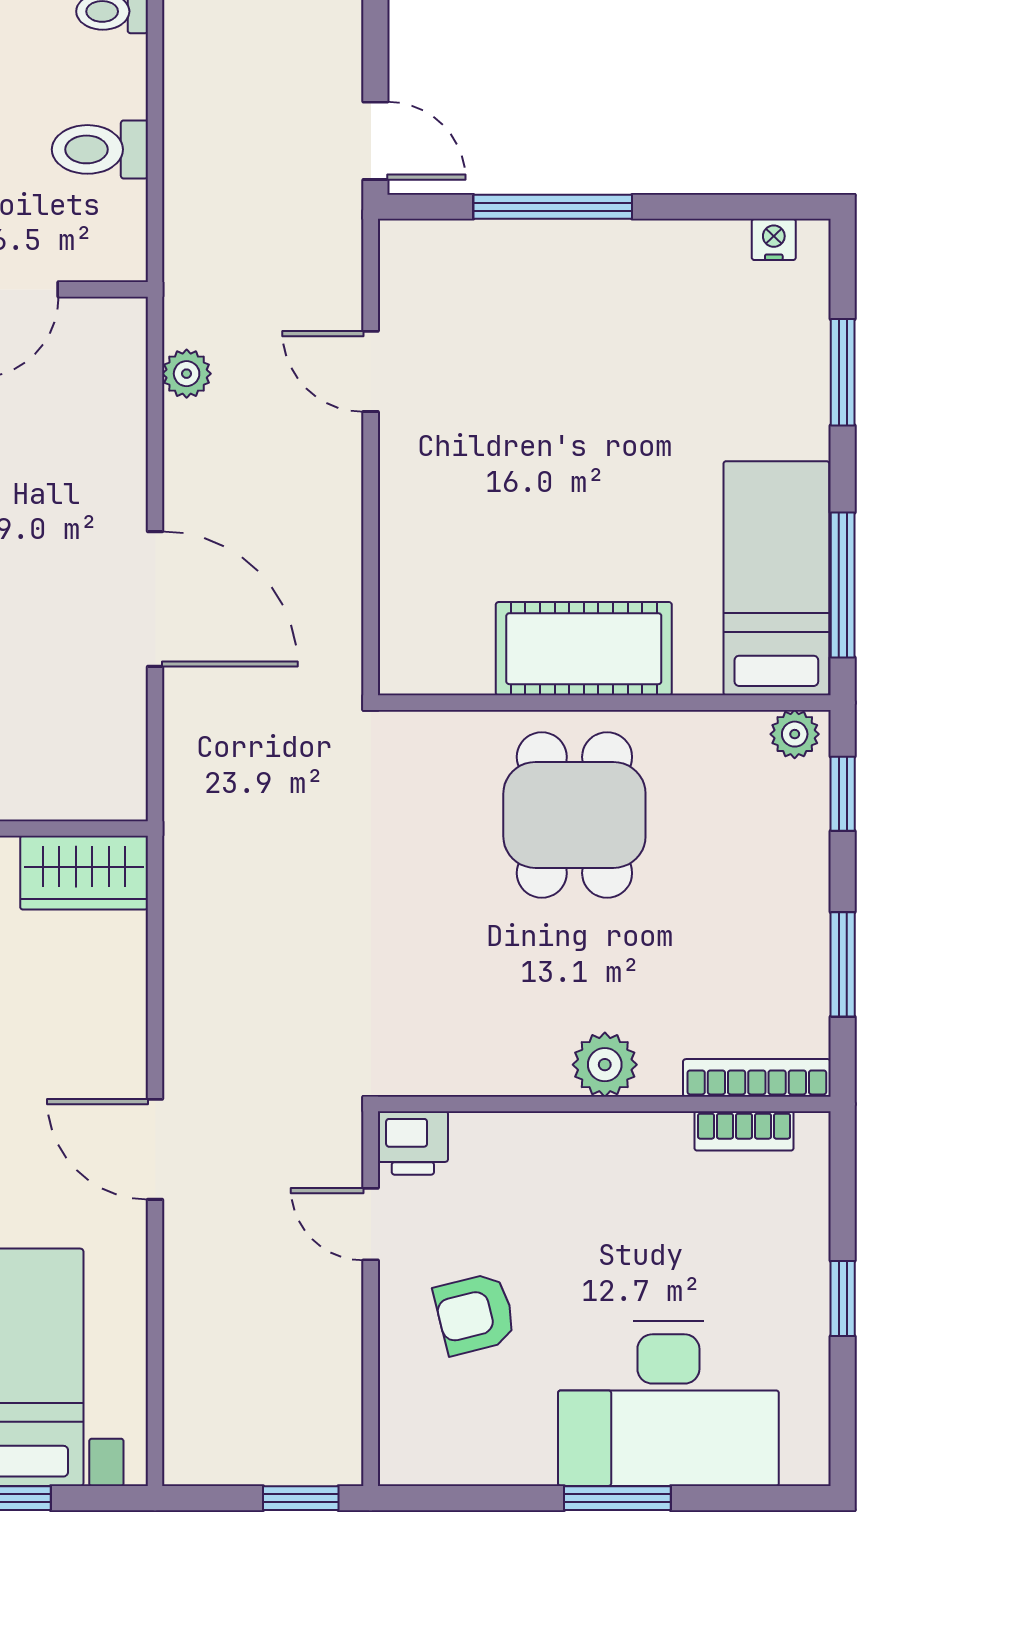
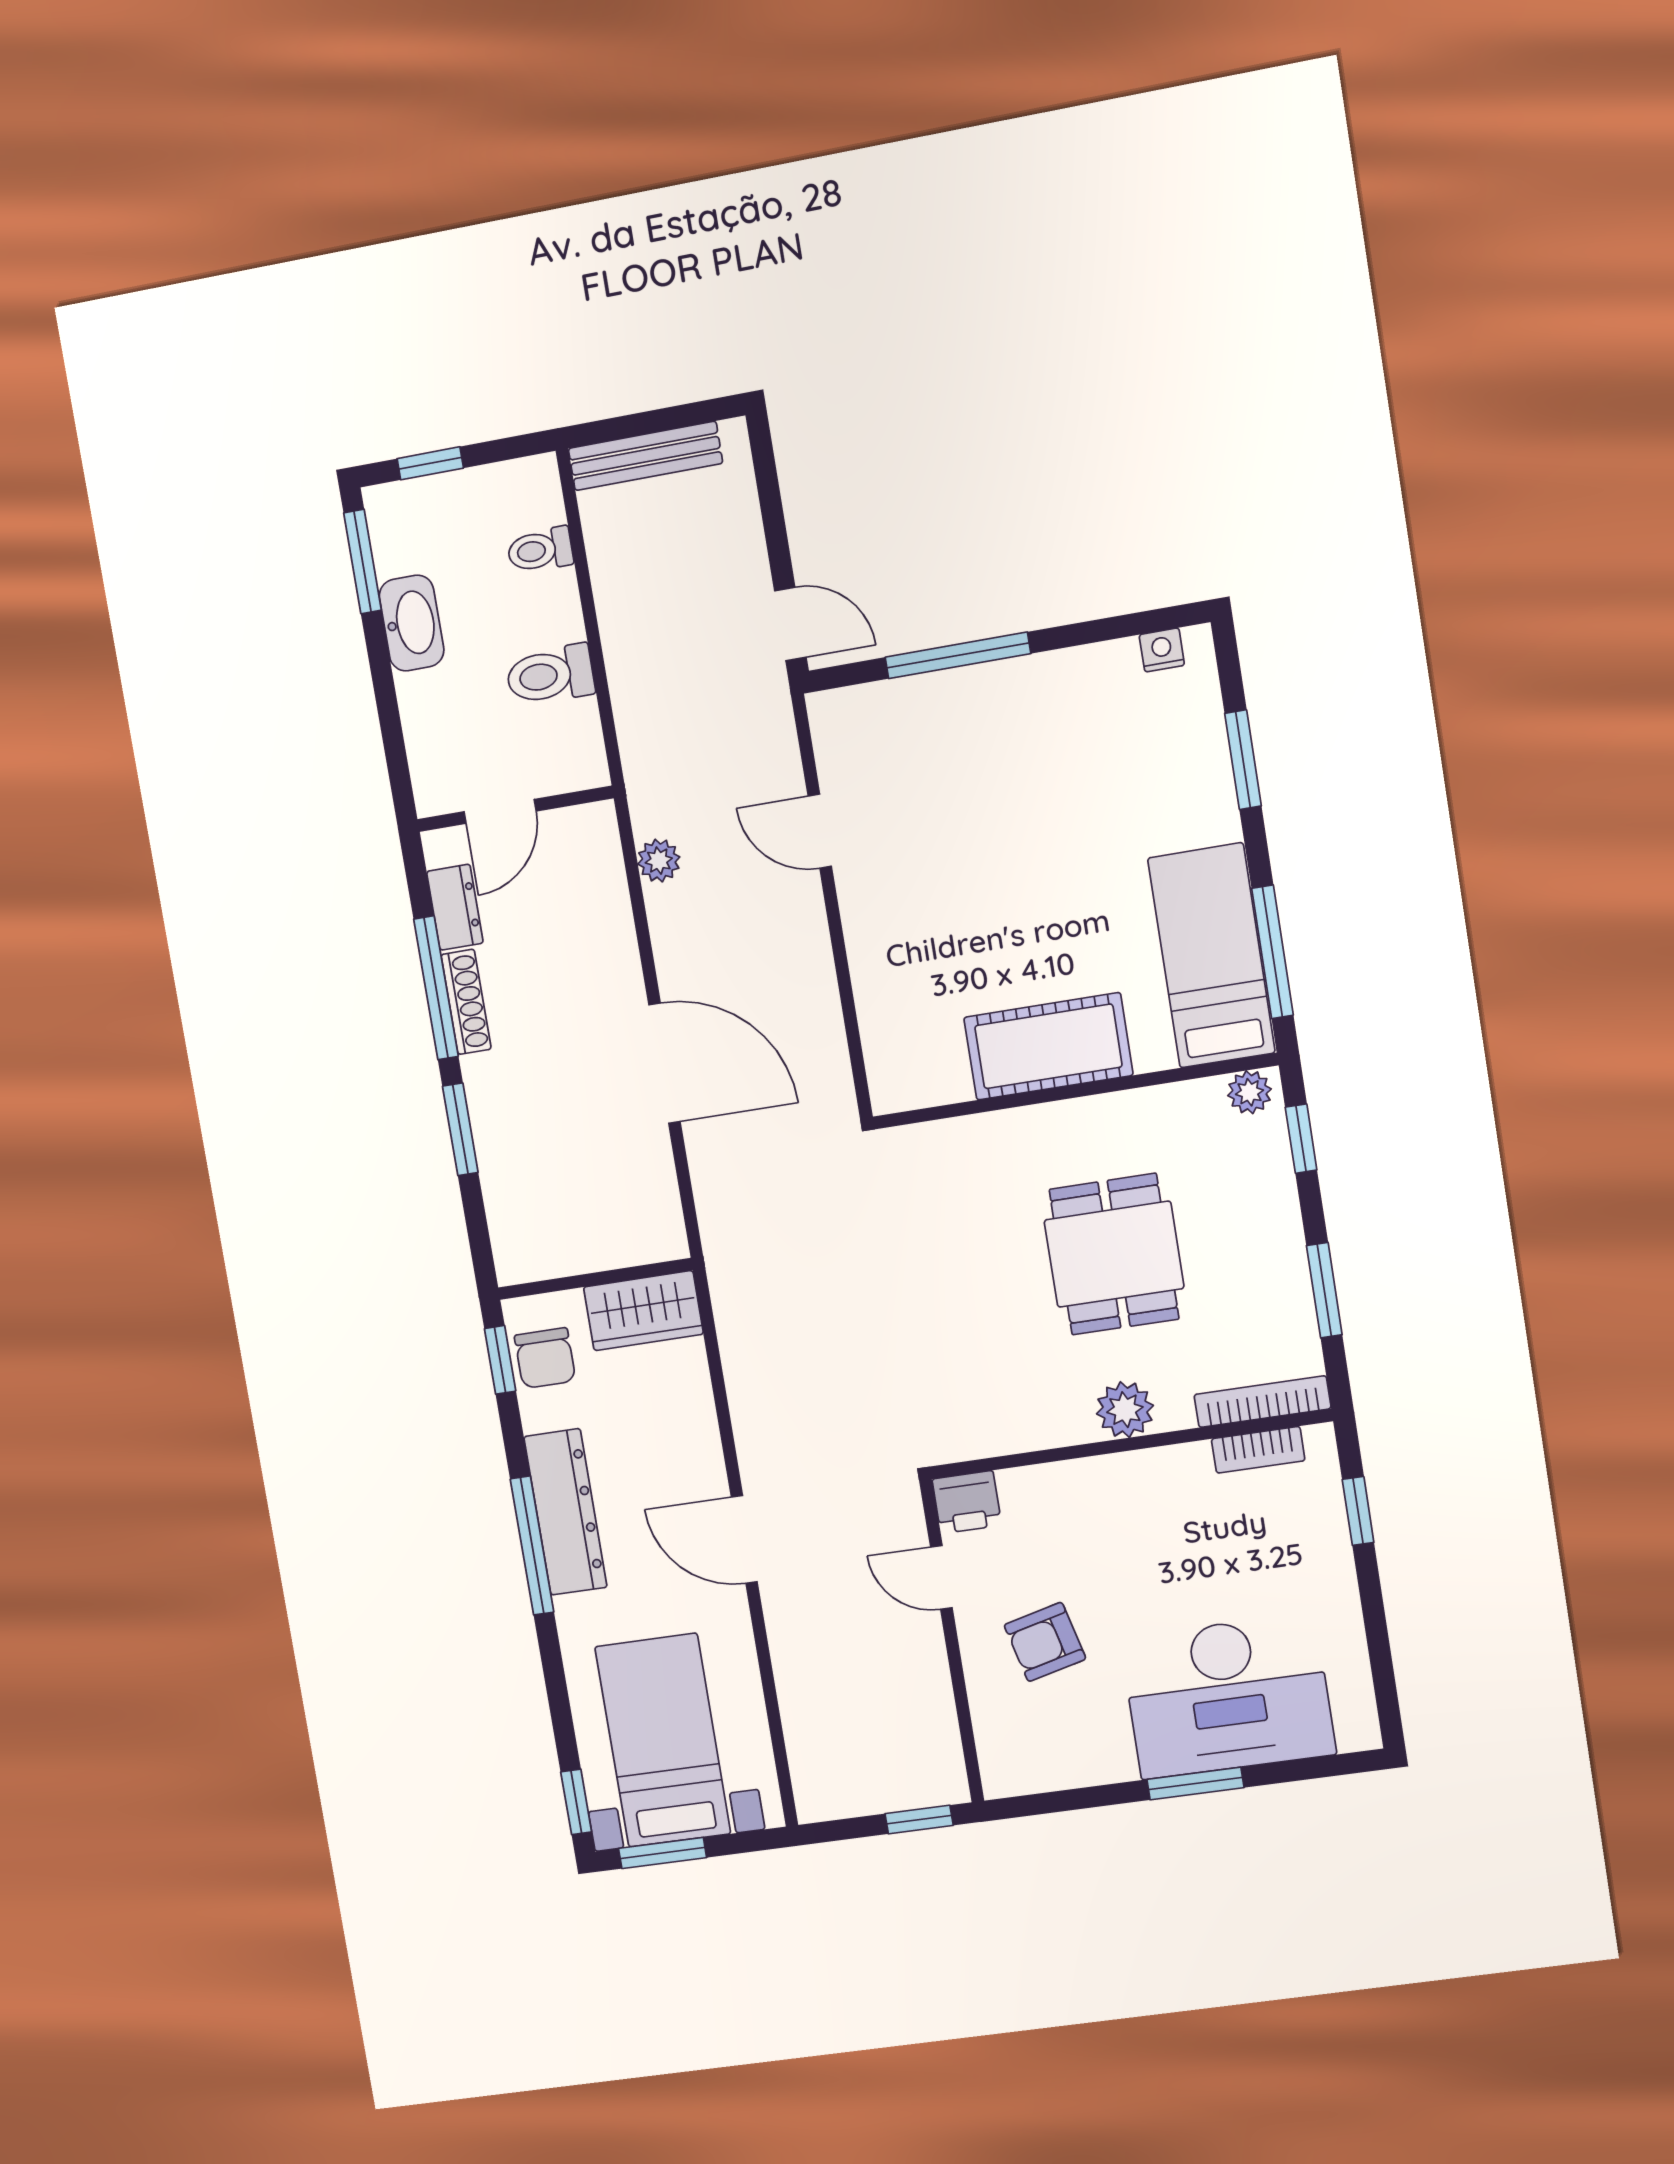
dining table: (574, 815) -> (1114, 1254), moved
window: (843, 1298) -> (1358, 1511), moved

